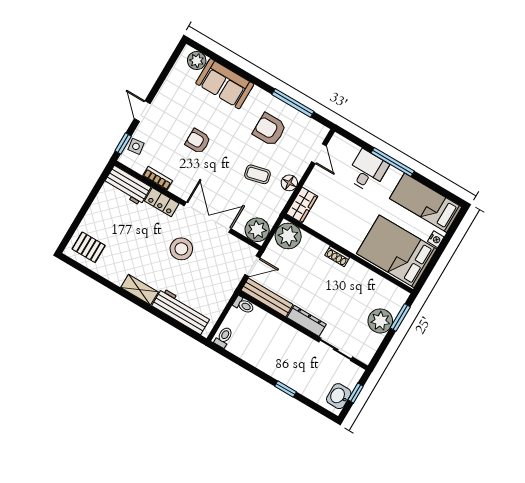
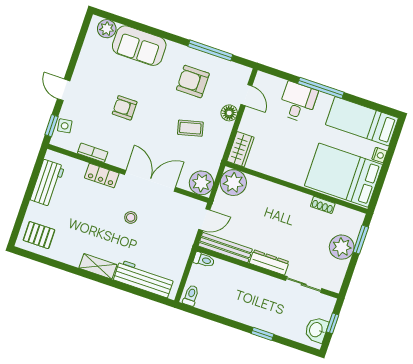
floor lamp: (289, 183) -> (229, 113), moved
workbench: (127, 185) -> (47, 183), moved, turned -90
stool: (181, 249) -> (131, 217), width x0.53, depth x0.53
shoe rack: (337, 256) -> (323, 205), moved

